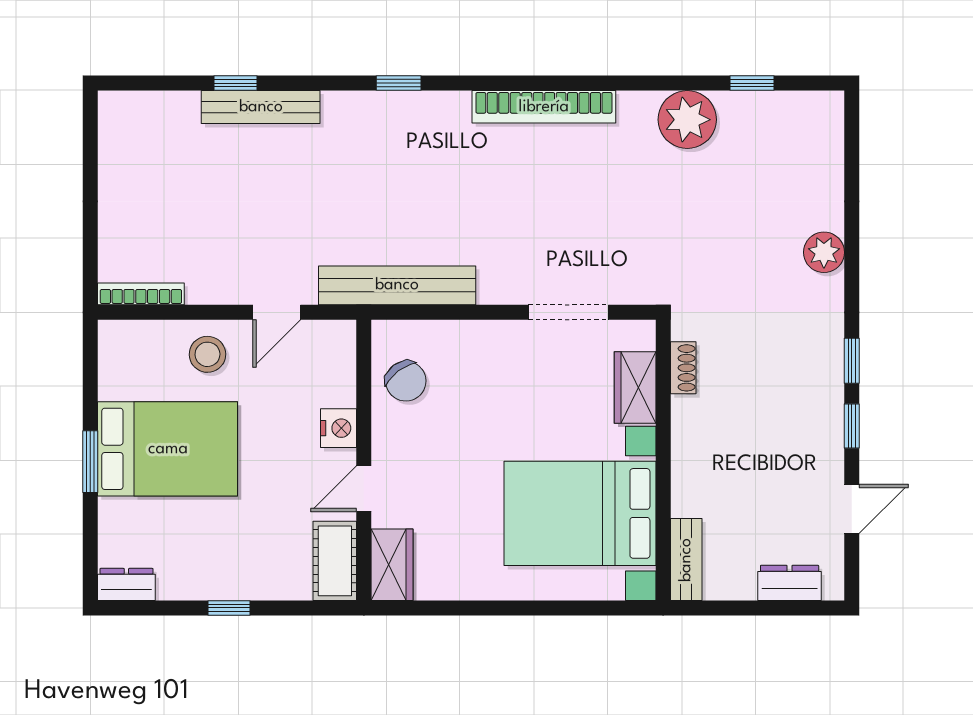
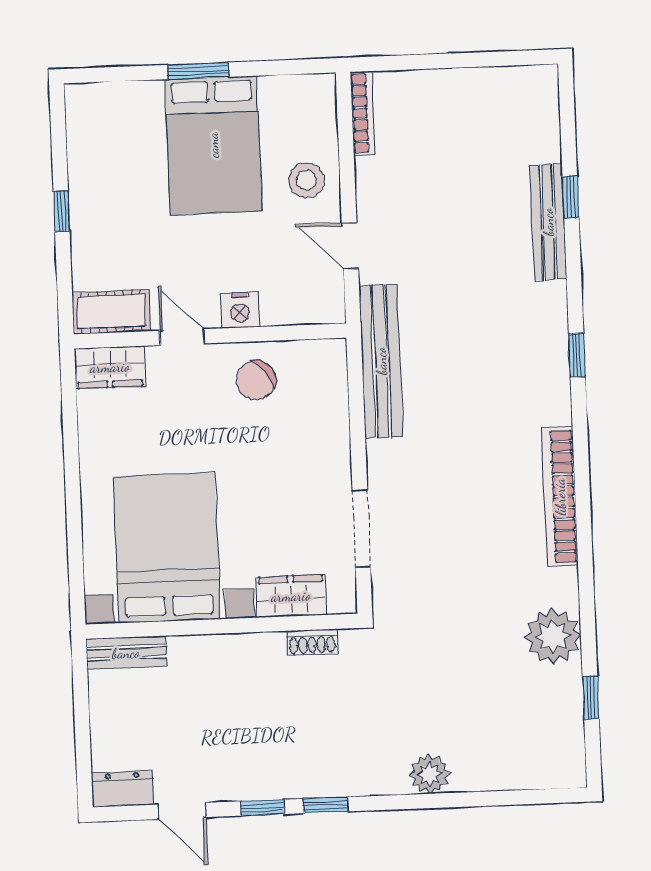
chair: (406, 381) -> (256, 380), moved
dresser: (790, 583) -> (122, 789), moved, turned -90
dresser: (126, 584) -> (80, 111), removed

